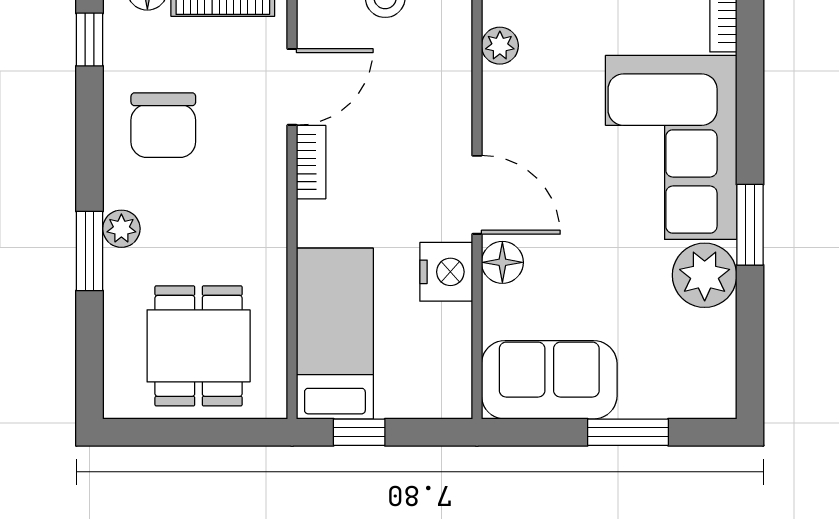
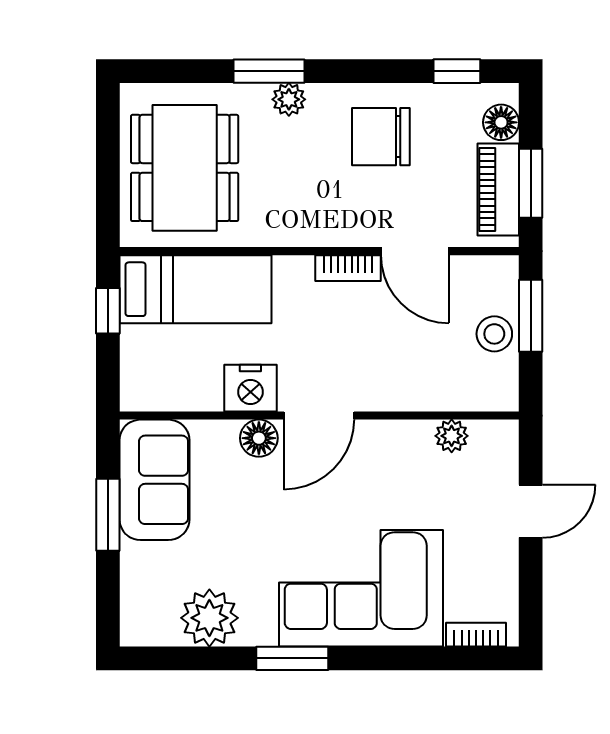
plant: (705, 275) -> (209, 618), moved
dining table: (199, 346) -> (185, 168), width x1.38
window: (628, 432) -> (108, 515), moved

